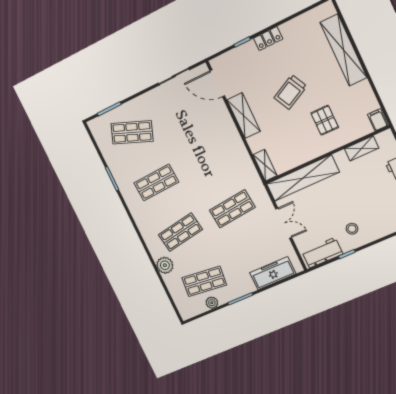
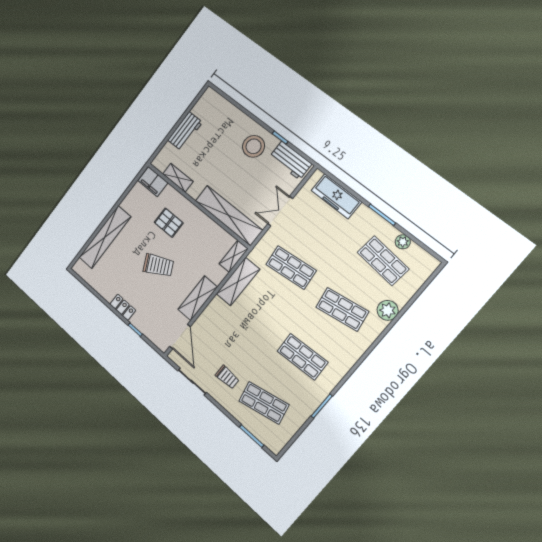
trolley: (165, 111) -> (227, 377), added
pallet: (325, 120) -> (169, 223), turned 90
filing cabinet: (378, 120) -> (153, 182), width x2.00
shop shelf: (132, 132) -> (264, 403), turned -33
shelving: (241, 159) -> (238, 282), added
stool: (352, 229) -> (254, 146), width x1.89, depth x1.89

